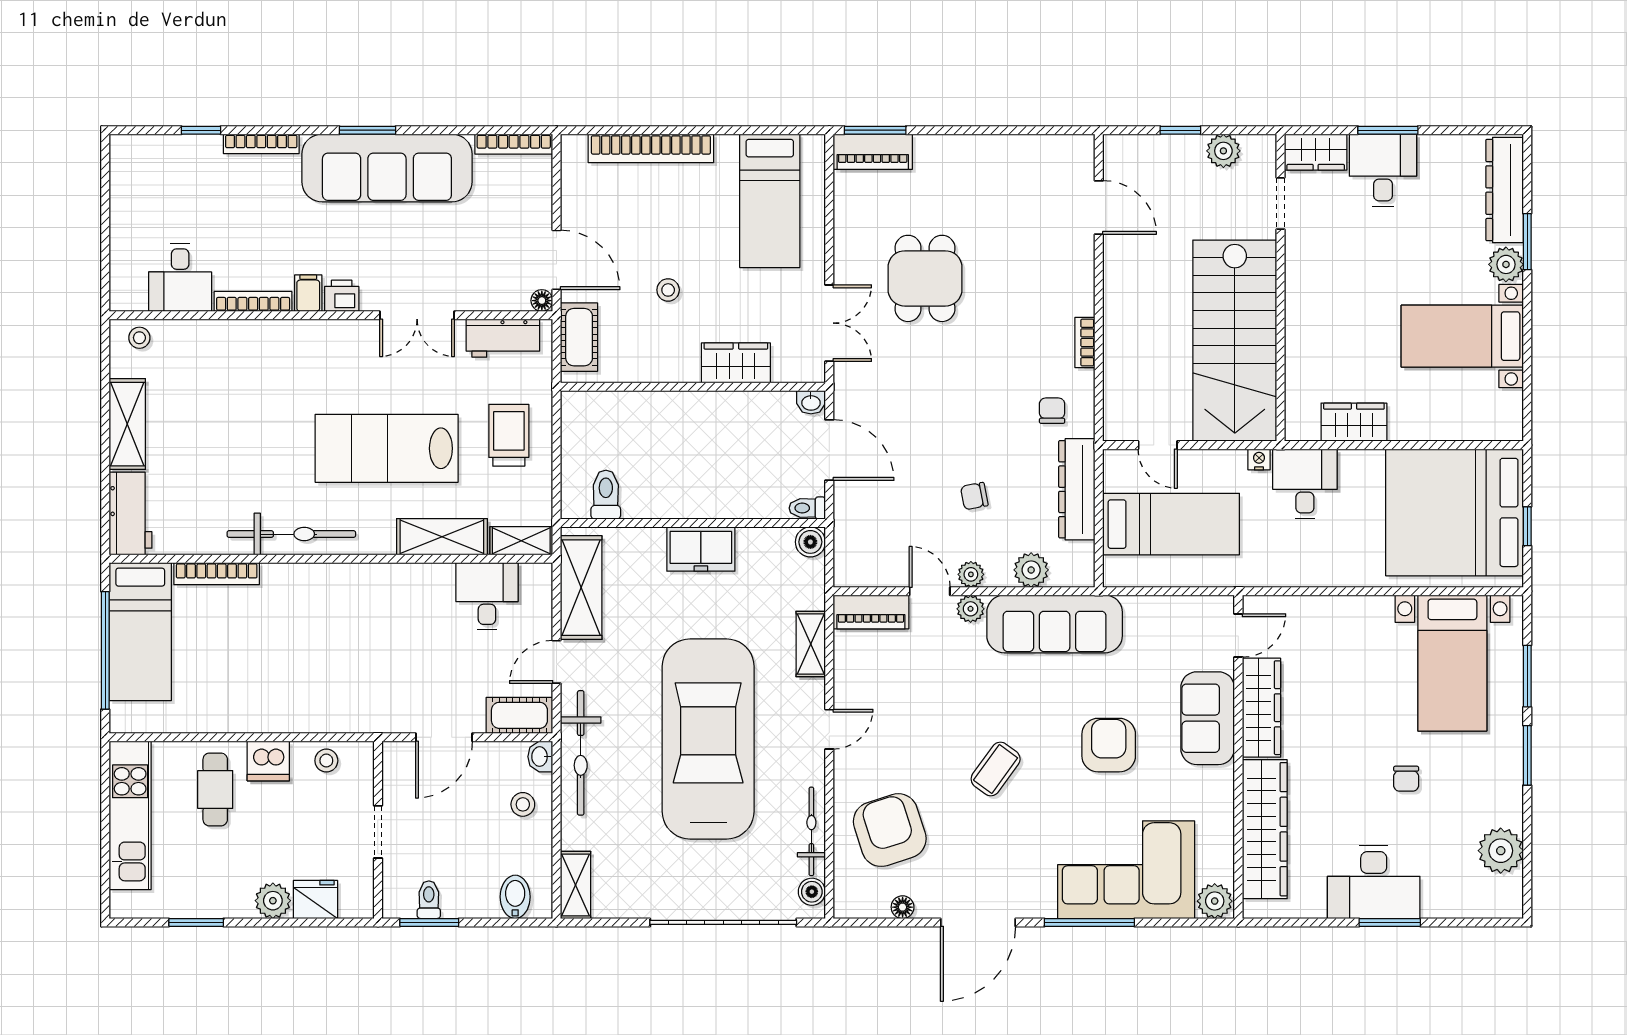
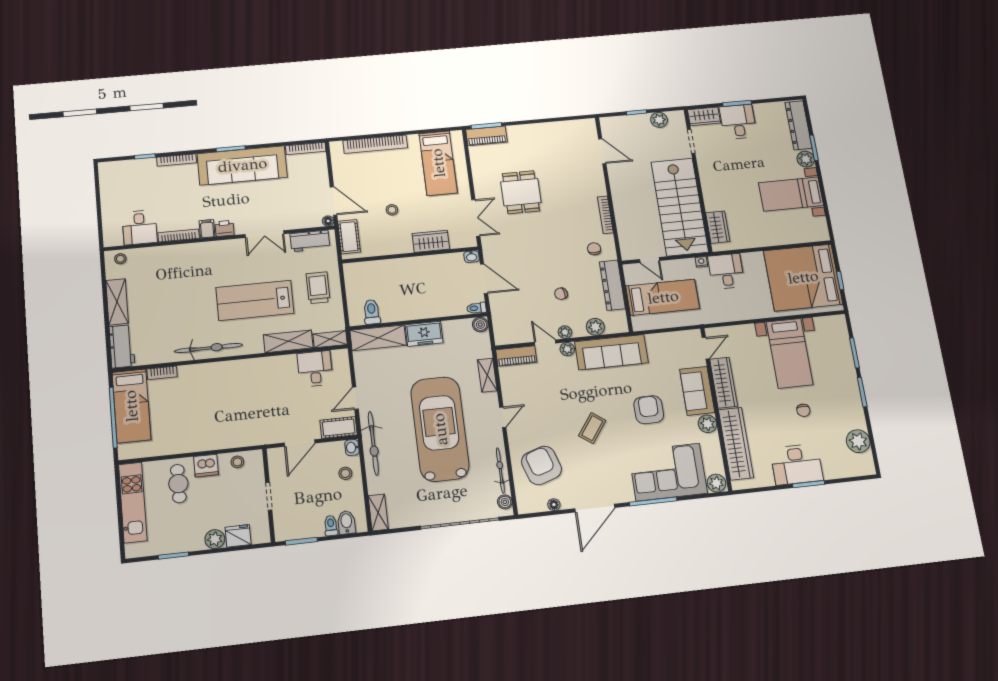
bookcase: (1085, 343) -> (605, 215), width x1.56
wardrobe: (1354, 422) -> (718, 227), moved, turned 90
bookcase: (217, 574) -> (162, 373), width x0.64
shelving: (581, 588) -> (378, 338), moved, turned 90
bed with nightstands: (1452, 663) -> (790, 353), moved
plant: (1217, 785) -> (708, 424), added
toilet: (429, 900) -> (331, 526), moved

